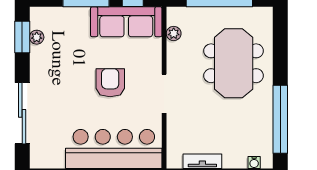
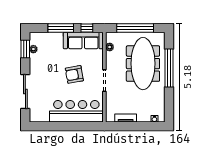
meeting table: (234, 63) -> (143, 64), width x1.36
armchair: (110, 83) -> (74, 74), turned -100
window: (280, 119) -> (169, 68), moved

